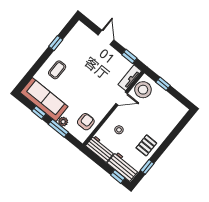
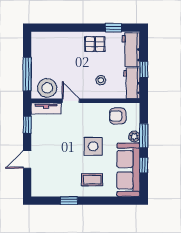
window: (163, 84) -> (27, 74), width x2.17
side table: (79, 89) -> (93, 146), added
window: (118, 177) -> (144, 69), moved

